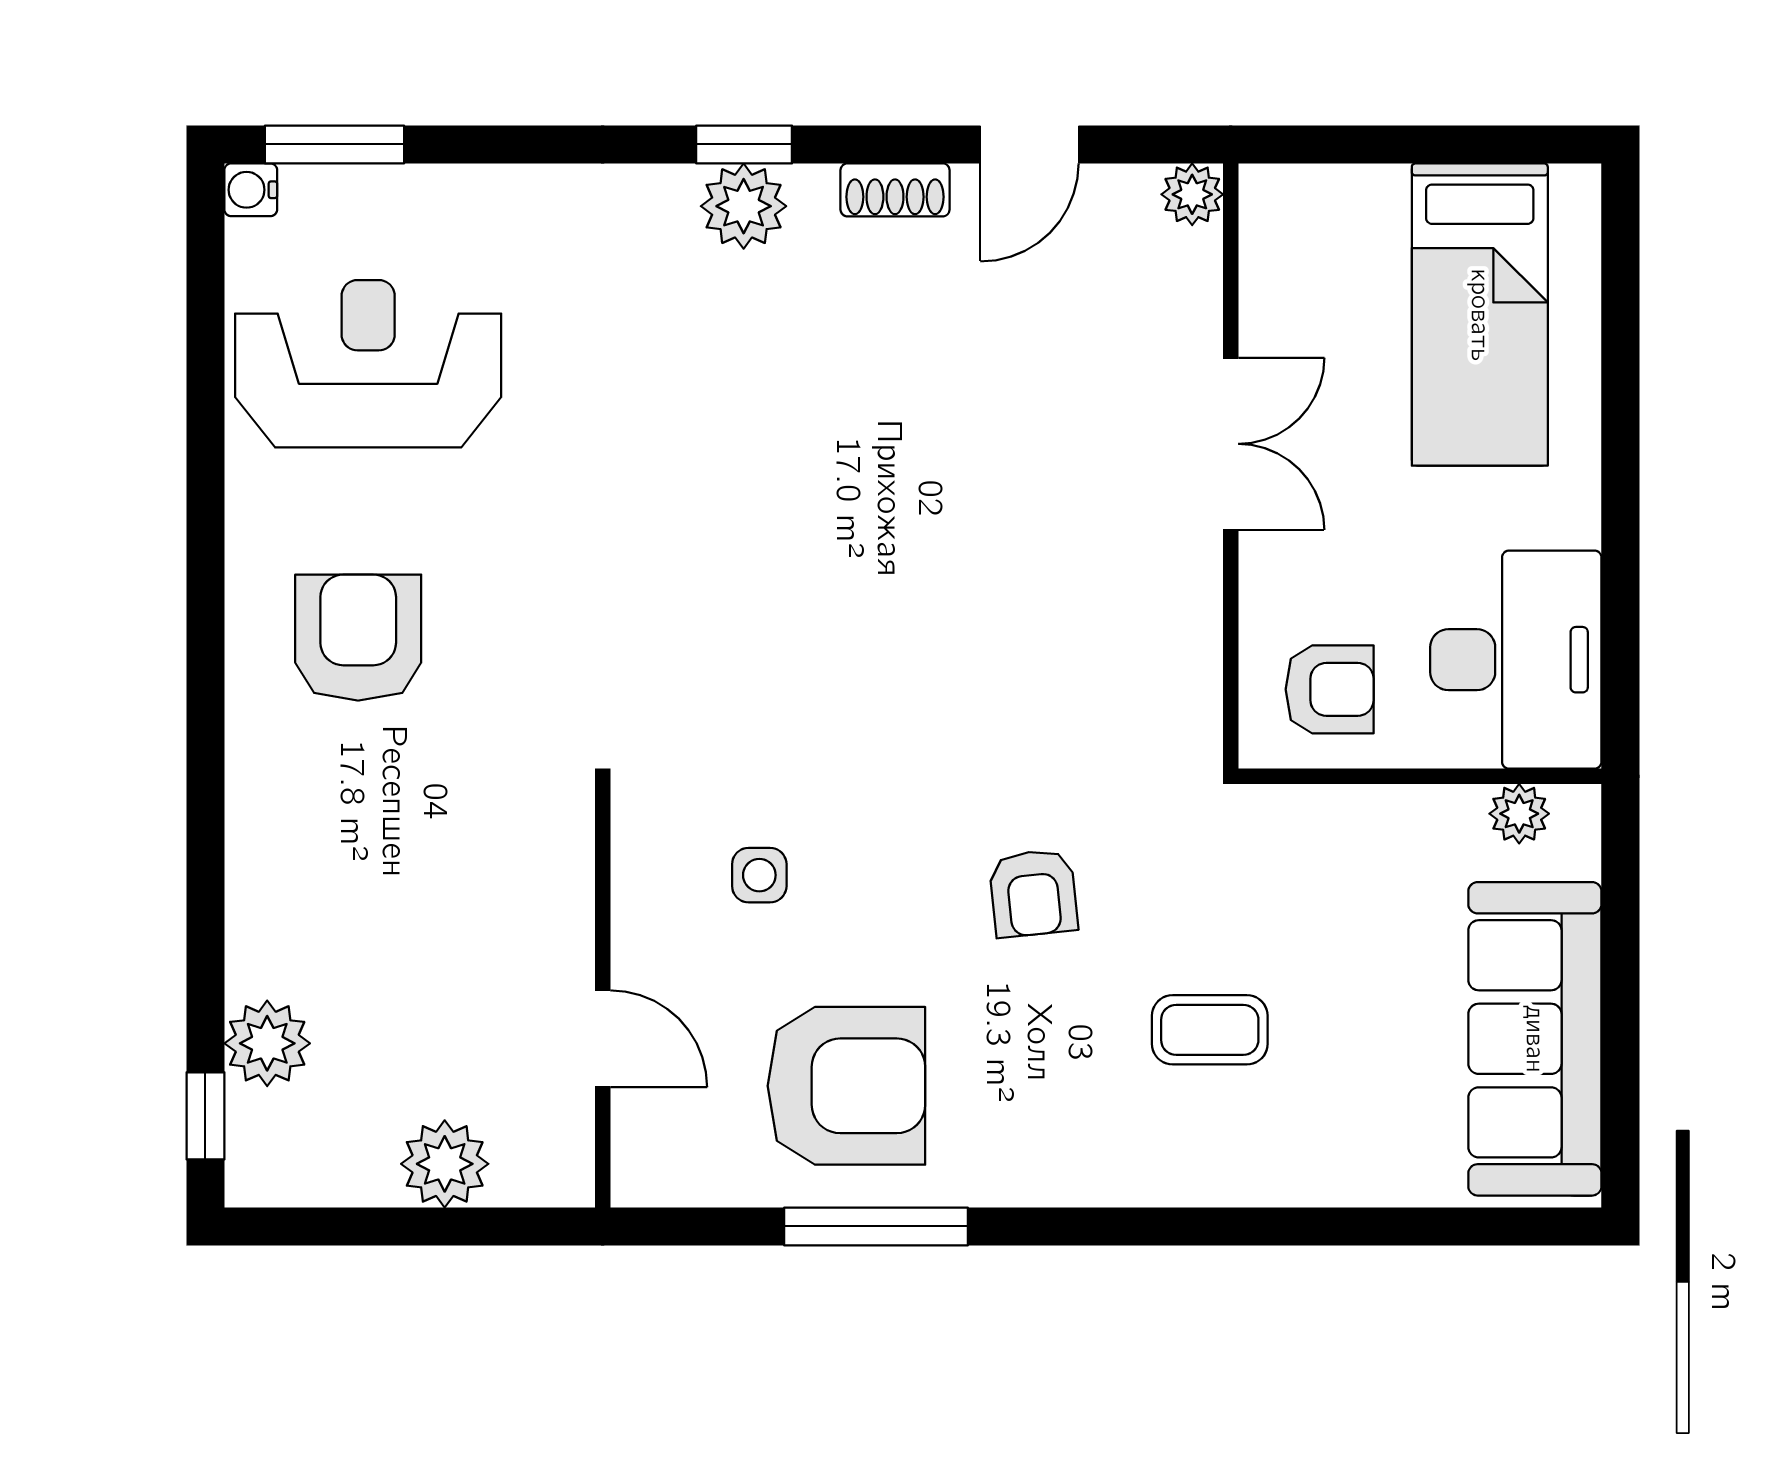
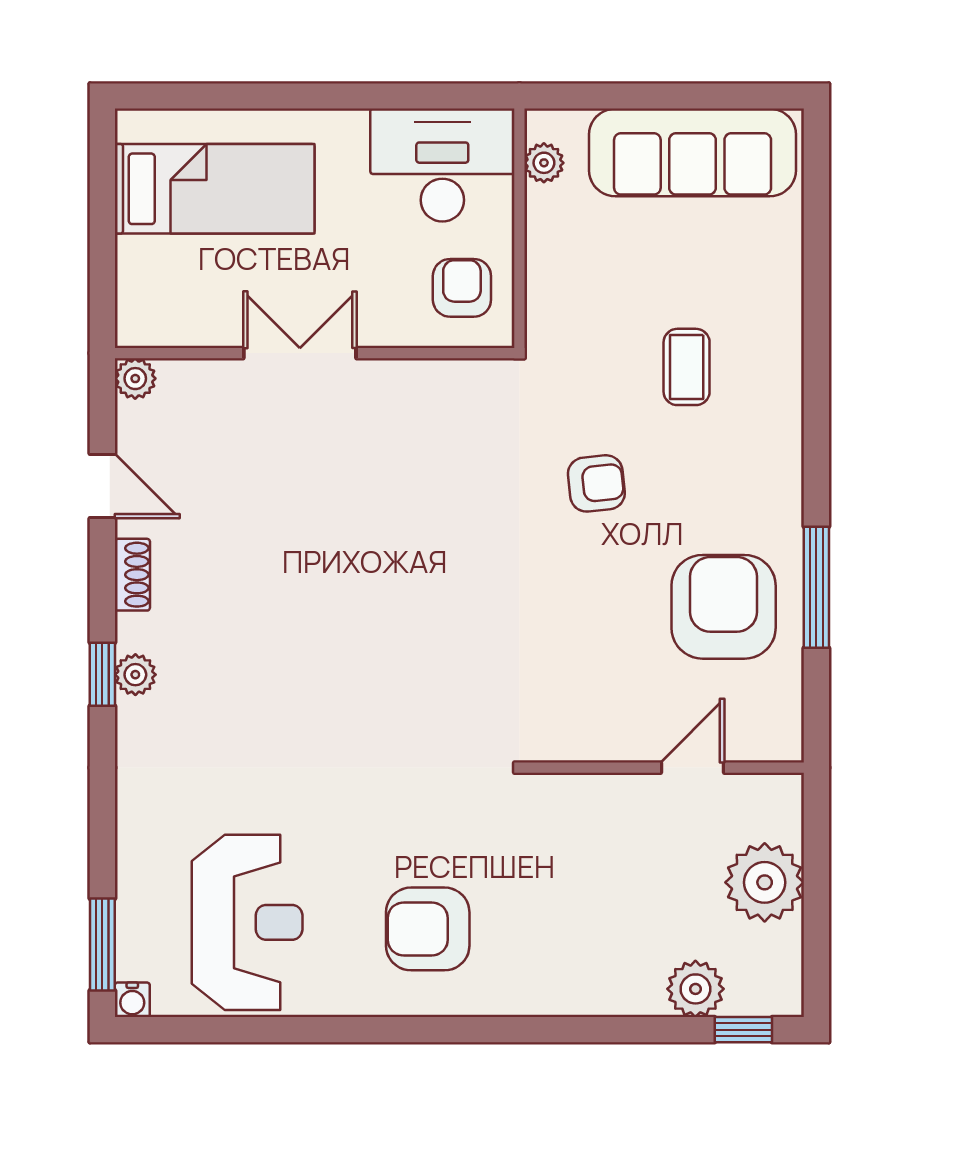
plant: (744, 206) -> (135, 675), width x0.73, depth x0.73
reception desk: (368, 364) -> (247, 922), turned 180
side table: (759, 875) -> (585, 664), removed
plant: (445, 1164) -> (765, 882), width x1.36, depth x1.36

